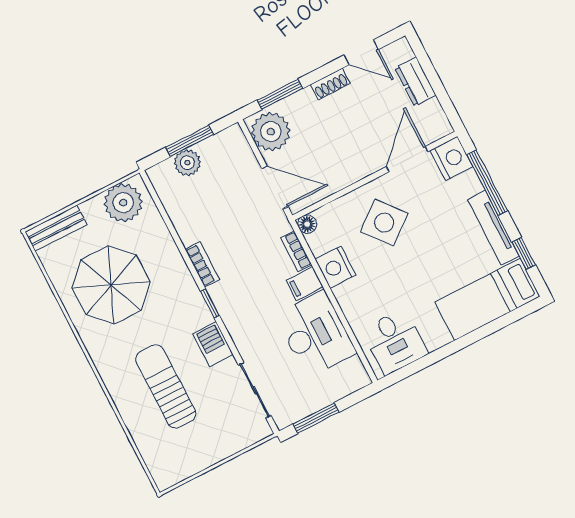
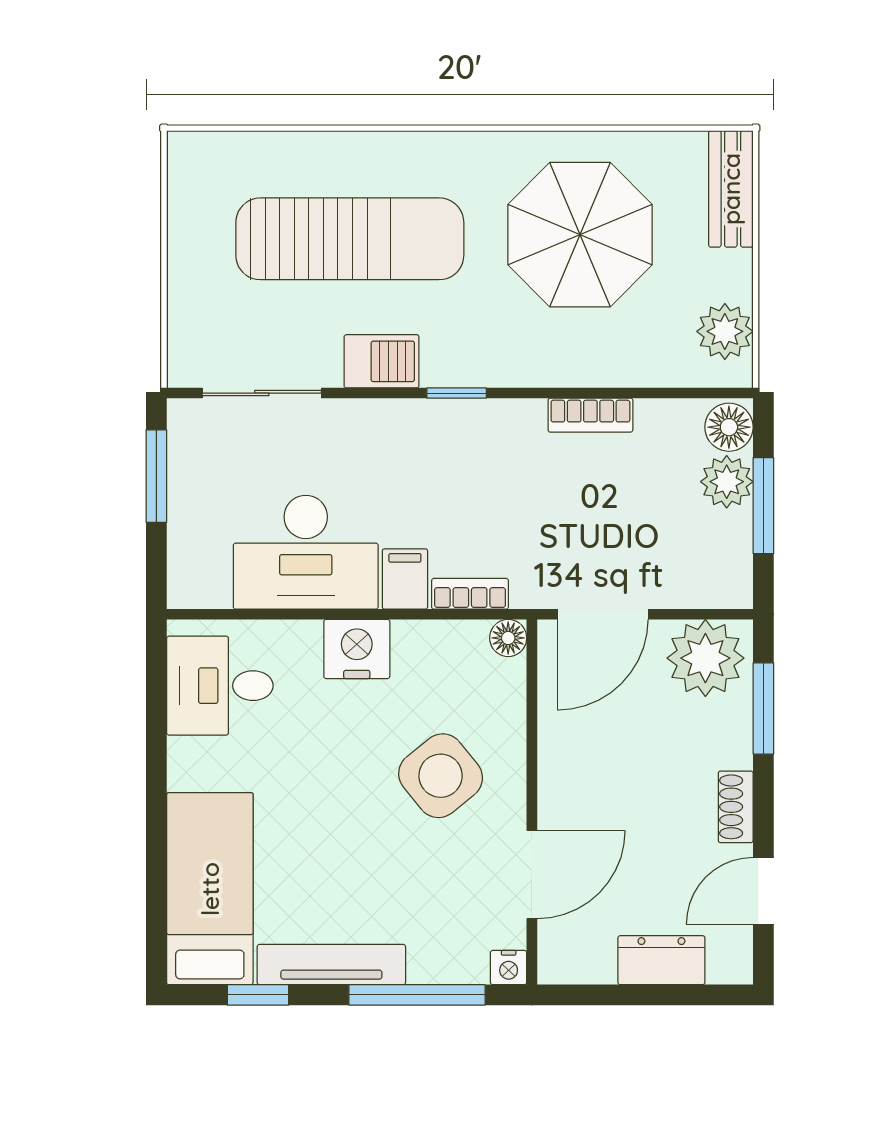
nightstand: (452, 158) -> (509, 968), width x0.53, depth x0.56
door: (407, 159) -> (532, 875), hinge flipped
floor lamp: (163, 174) -> (729, 427), added
plant: (123, 203) -> (725, 331), width x0.73, depth x0.73
bookcase: (202, 264) -> (590, 415), moved
nightstand: (336, 267) -> (357, 649), moved
sun lounger: (166, 386) -> (350, 239), width x1.36, depth x1.34

